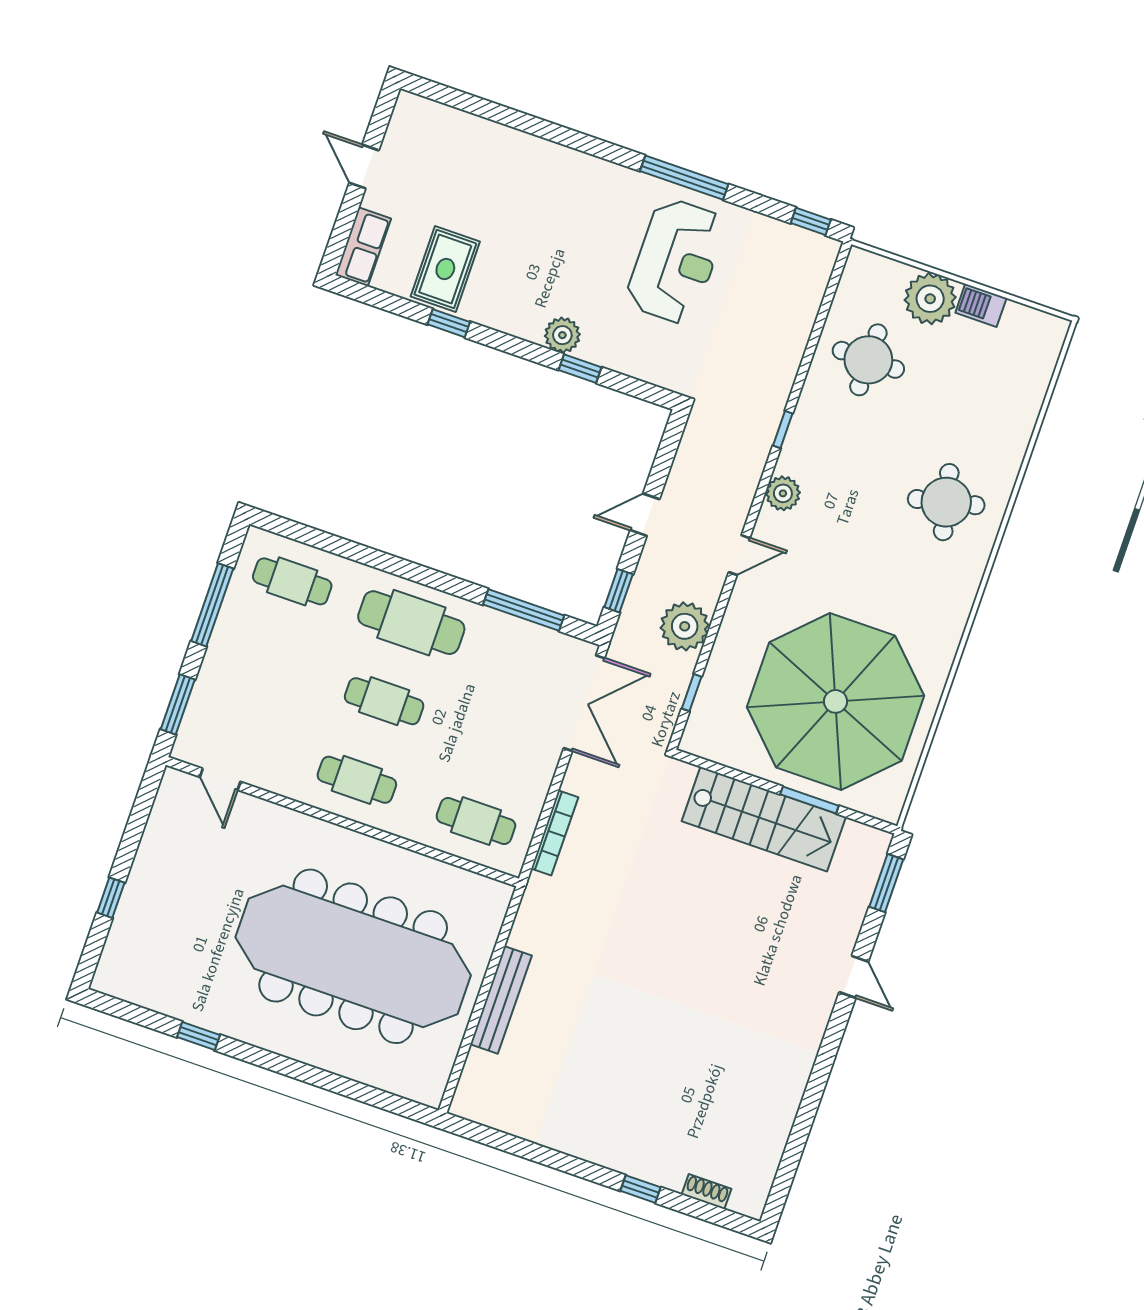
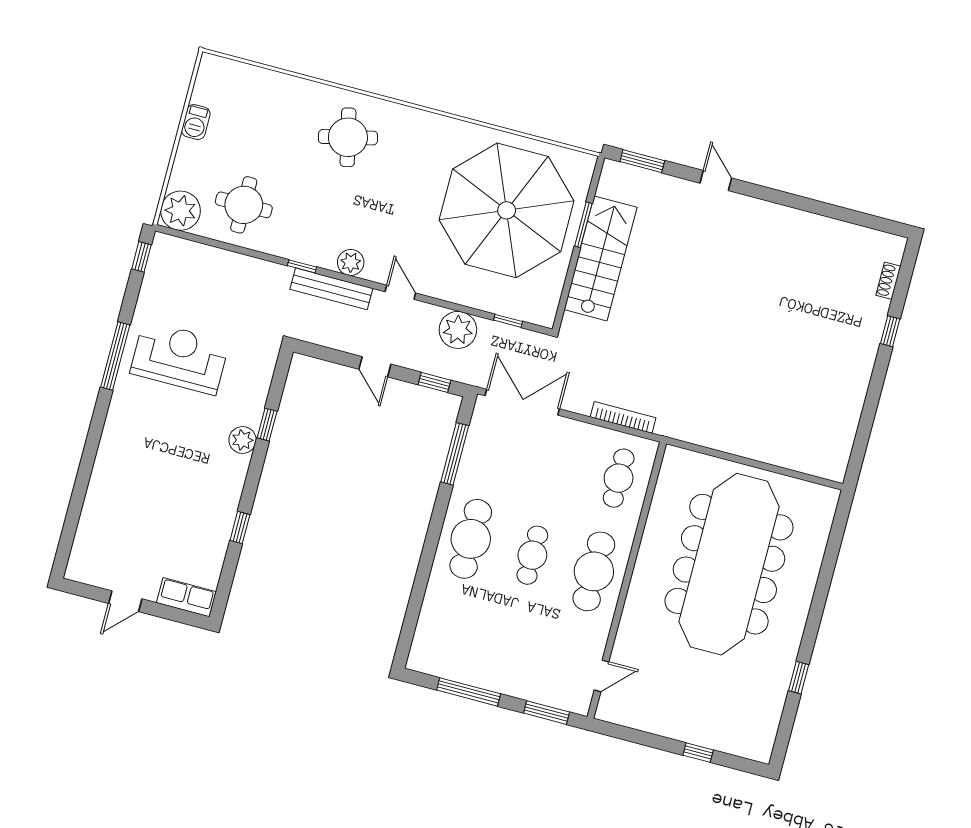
rug: (445, 269) -> (199, 533), removed
plant: (930, 299) -> (181, 211), moved
cafe table: (292, 581) -> (446, 632), removed
cafe table: (357, 780) -> (594, 571), width x1.37, depth x1.35
door: (854, 977) -> (716, 181), hinge flipped
bench: (501, 1000) -> (331, 289), moved

